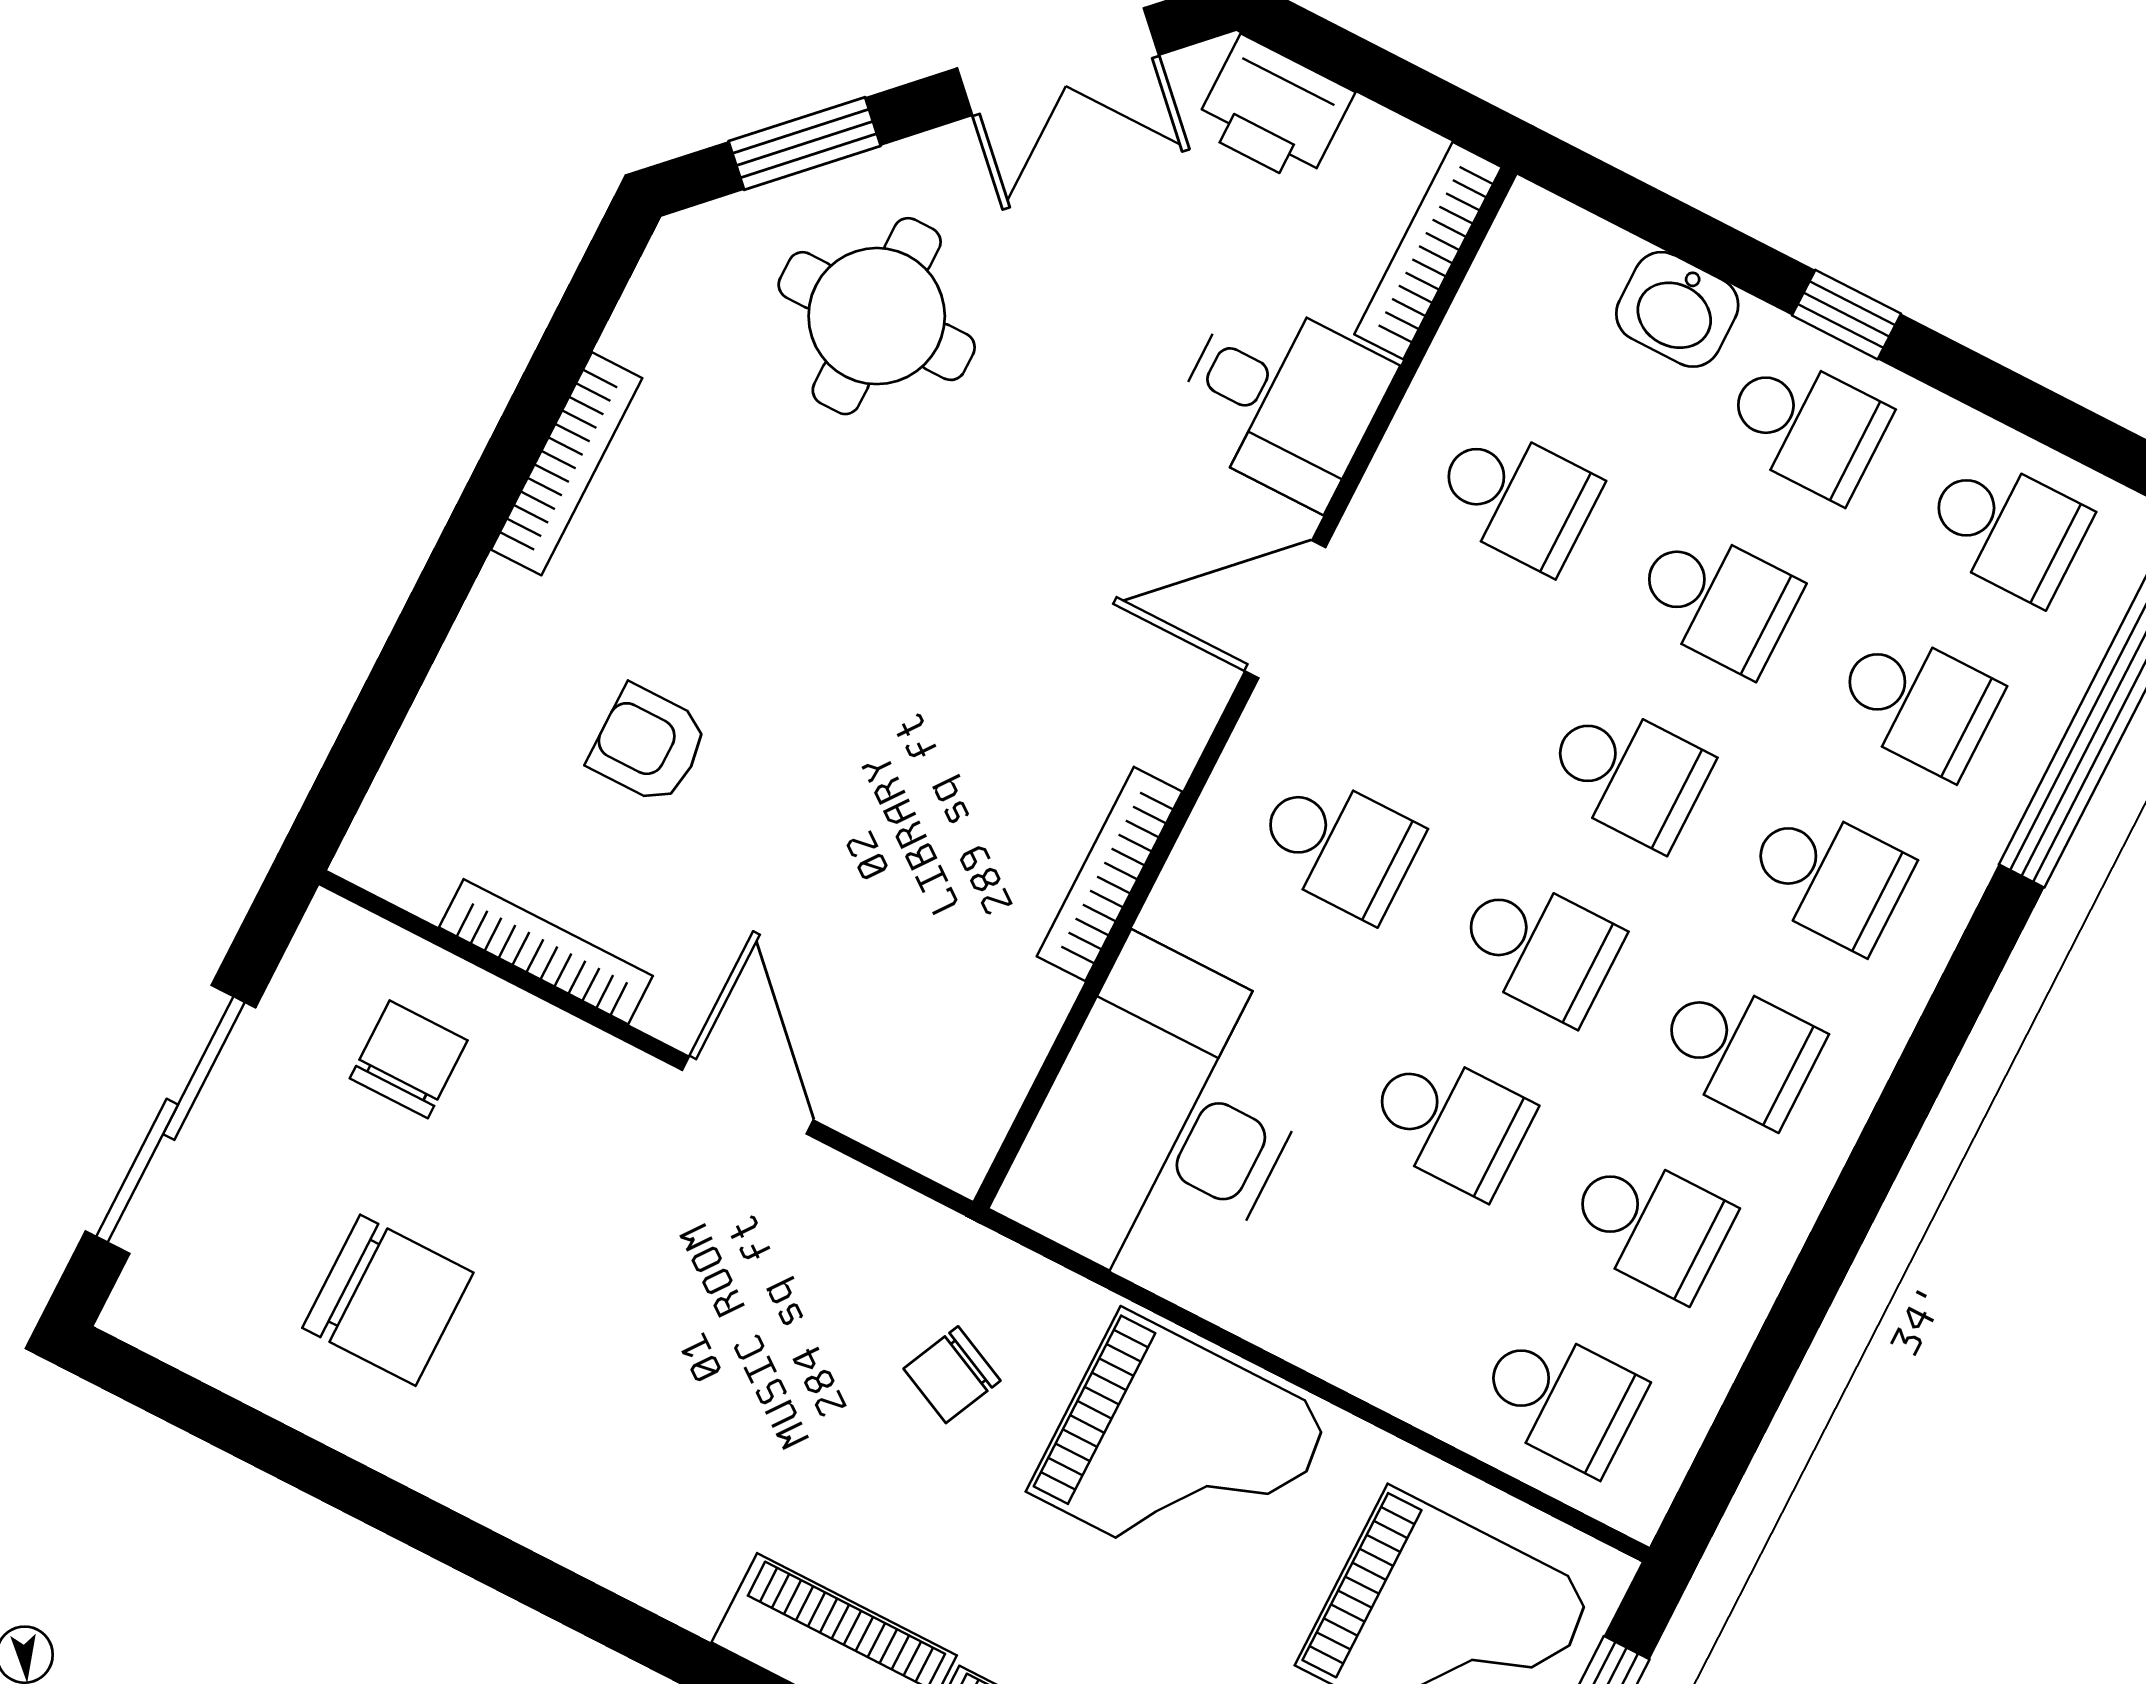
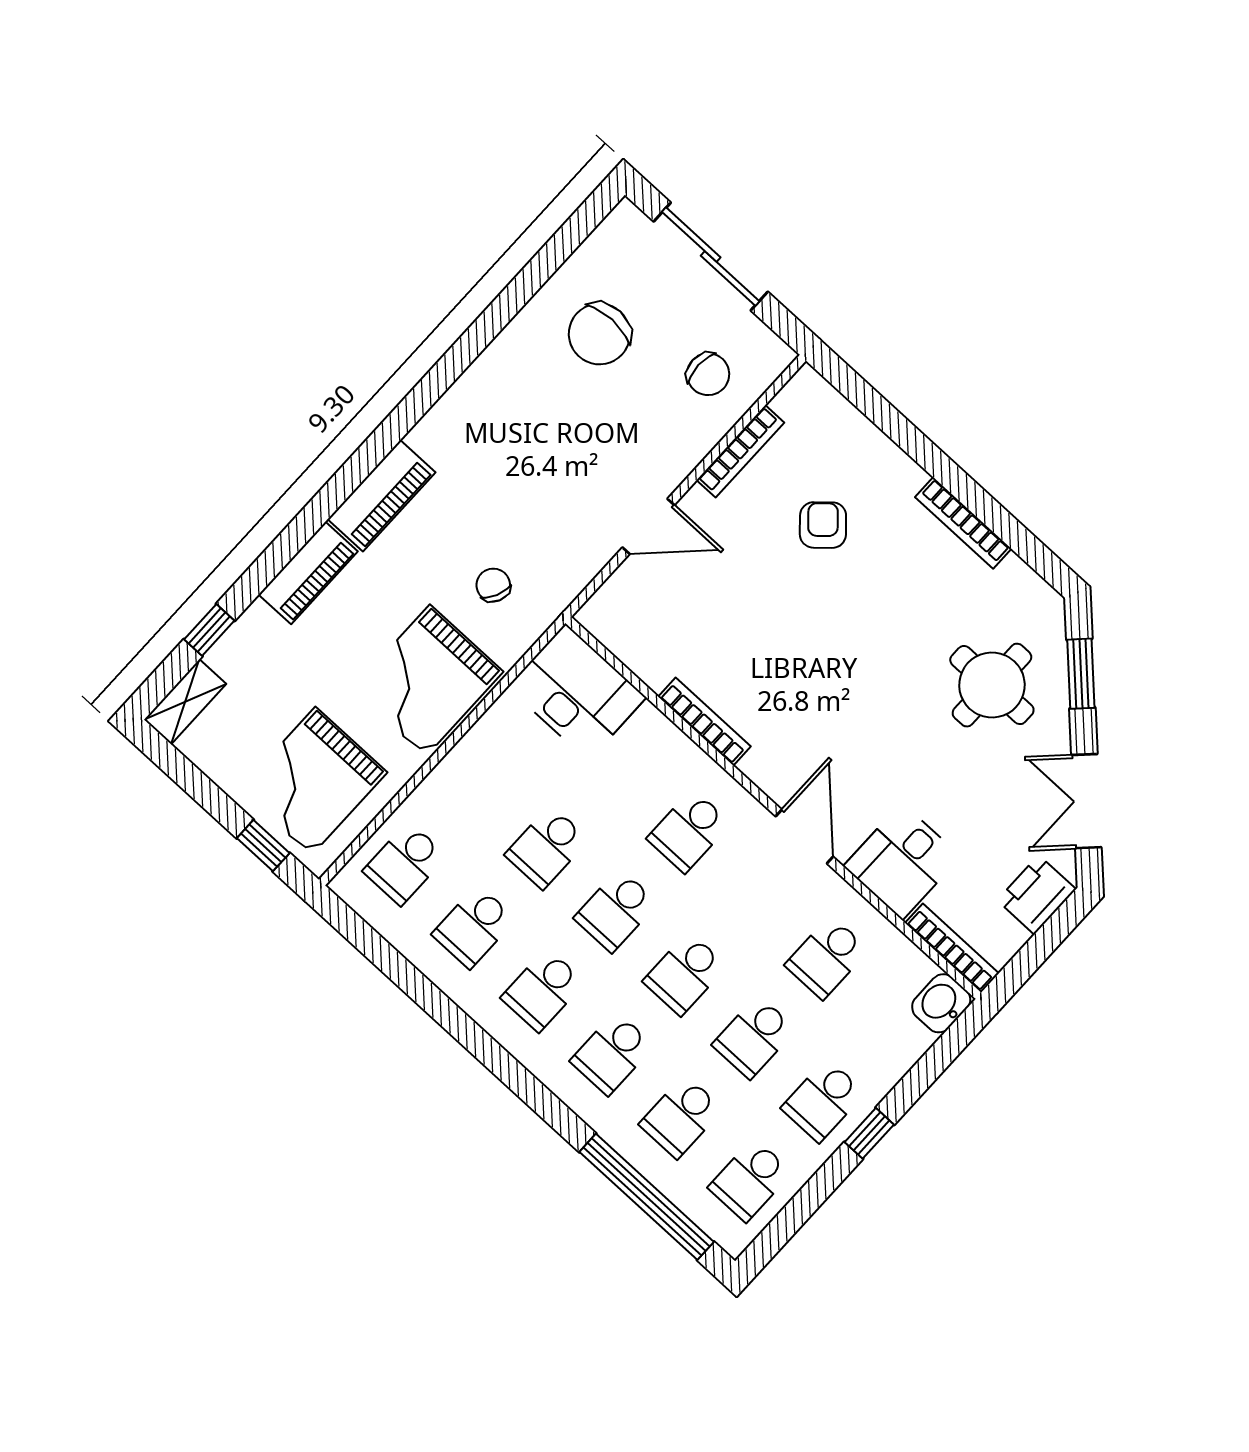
washbasin: (1677, 309) -> (941, 1003), moved
armchair: (649, 745) -> (823, 525), turned -42
desk: (1164, 1122) -> (577, 692), width x0.73, depth x0.77

